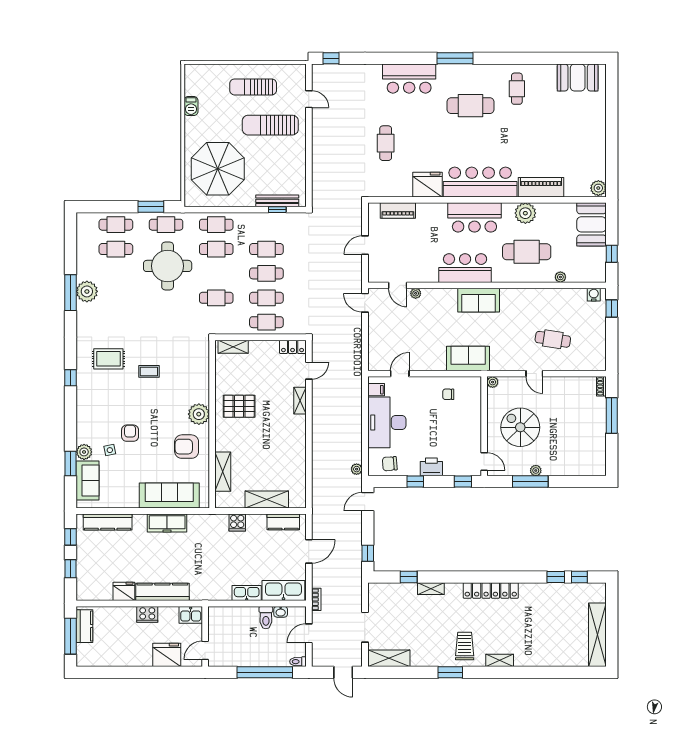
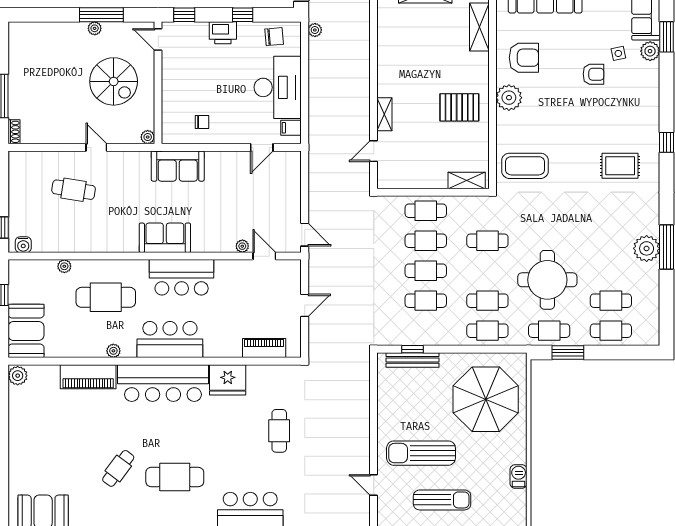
cafe table: (517, 89) -> (118, 468), moved, turned 37
sun lounger: (270, 125) -> (421, 453), turned 180
plant: (525, 213) -> (113, 351), width x0.53, depth x0.53
locker: (293, 347) -> (394, 180), removed
coffee table: (149, 371) -> (525, 166), moved, width x1.86, depth x1.72
armchair: (130, 433) -> (593, 74), turned -90

